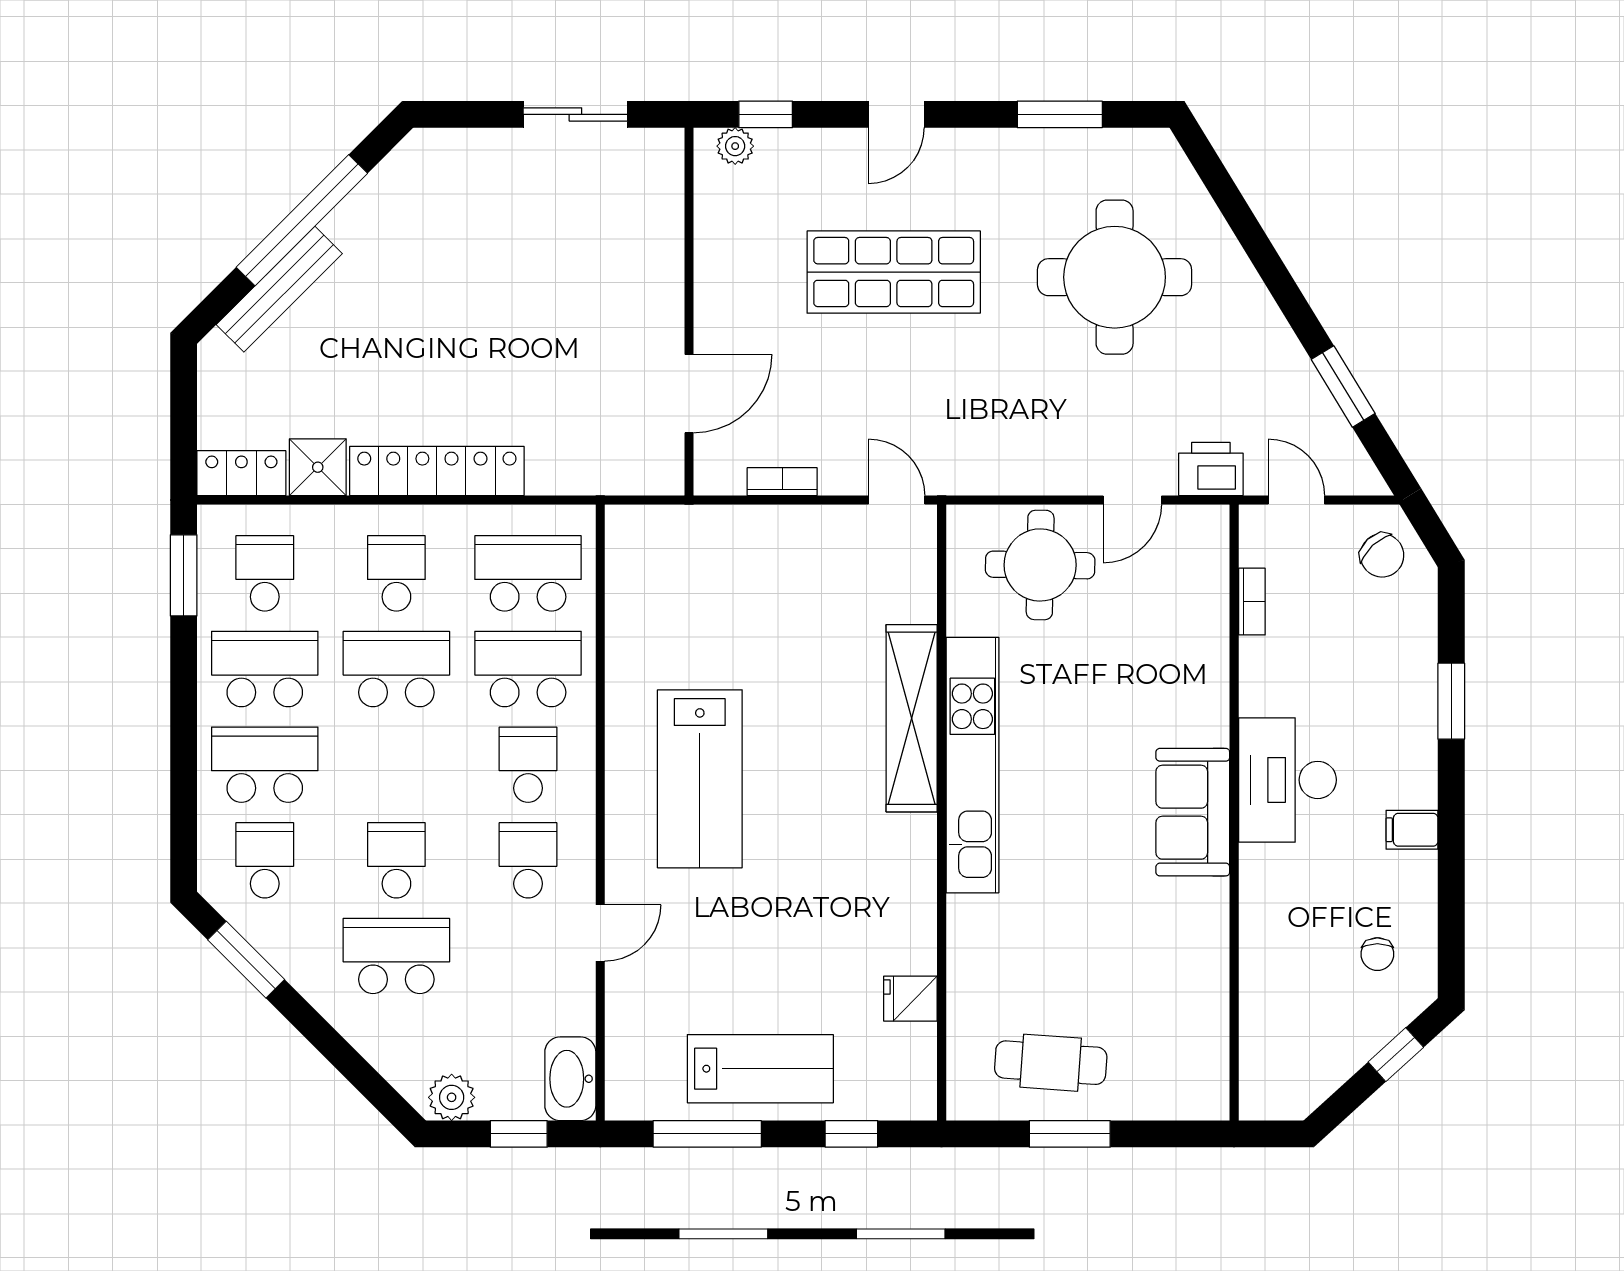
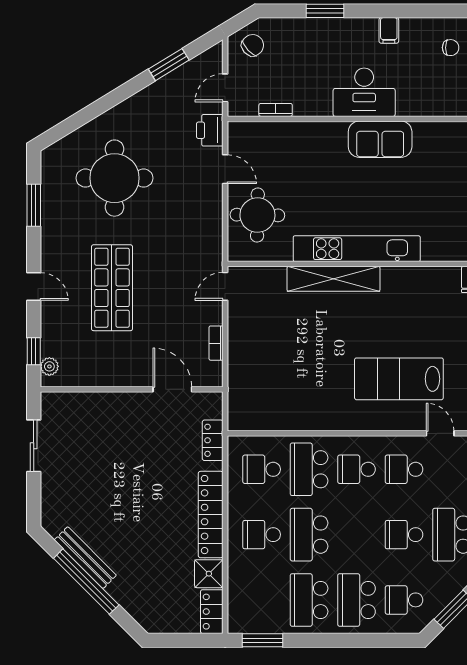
bench: (279, 289) -> (85, 558), moved
locker: (586, 475) -> (213, 440), added
school desk: (265, 573) -> (262, 600), removed
school desk: (528, 573) -> (262, 469), width x0.54
lab bench: (700, 779) -> (399, 379), moved, turned 180

